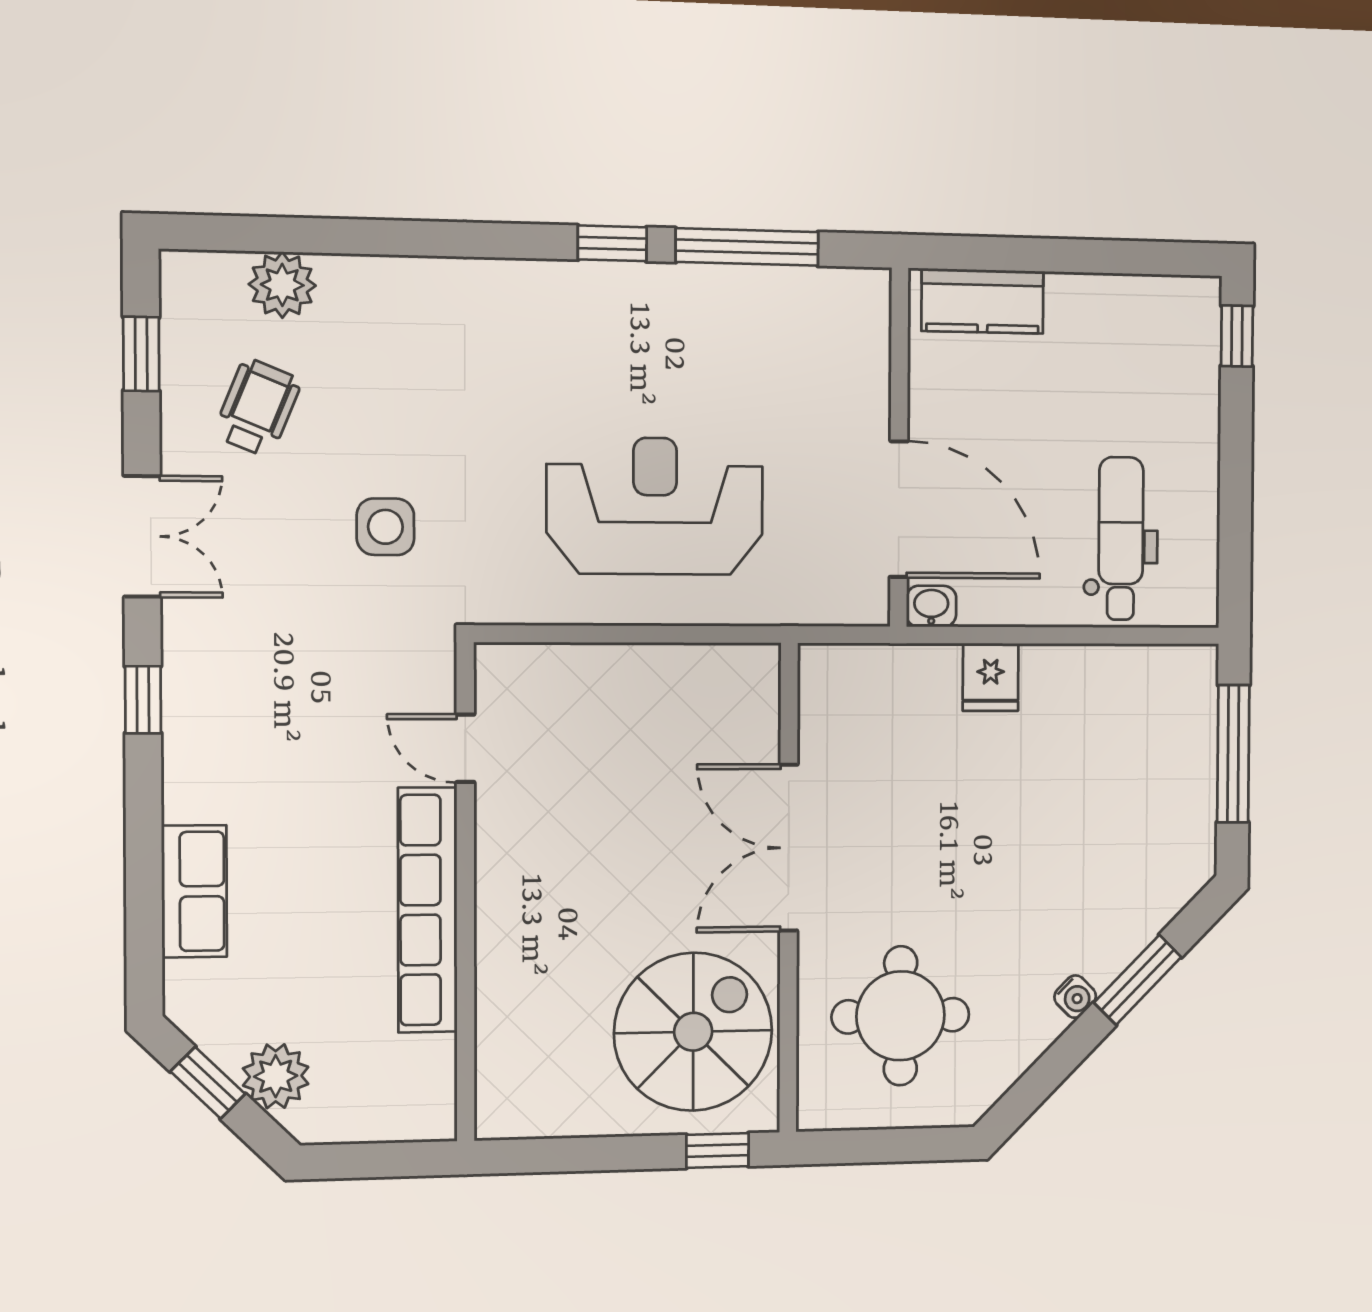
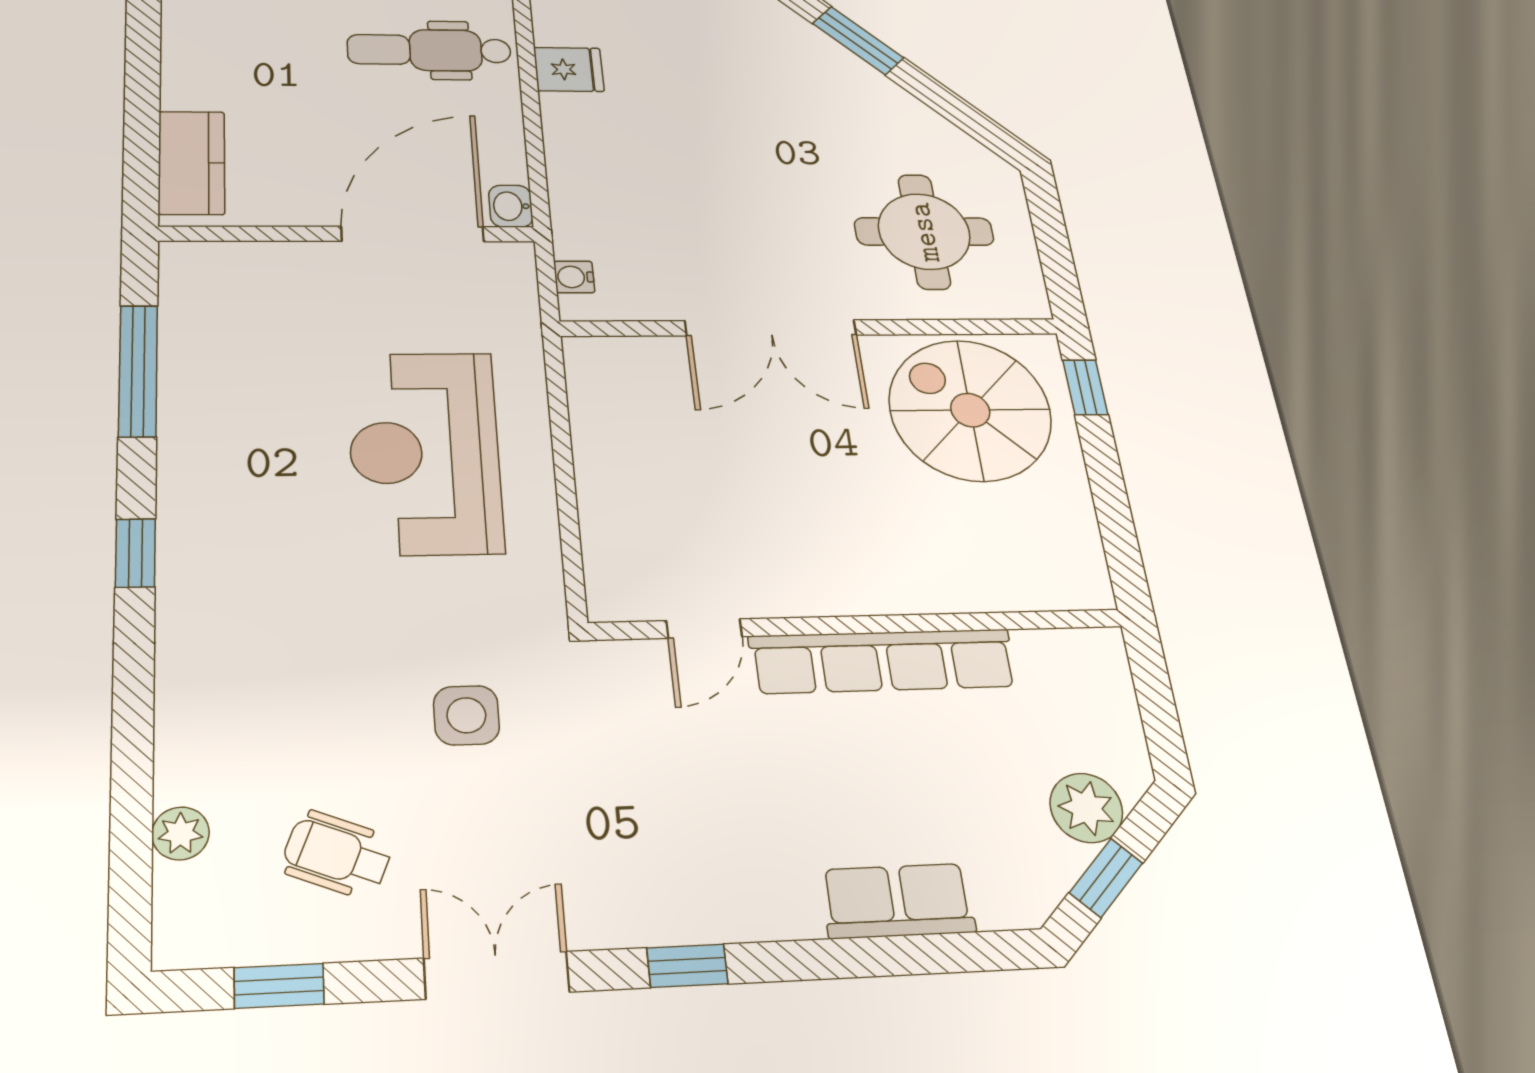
window: (612, 243) -> (135, 553), moved
plant: (282, 285) -> (180, 833), width x0.73, depth x0.73
fridge: (991, 677) -> (569, 69), moved
water cooler: (1075, 997) -> (574, 277), moved, turned -135

